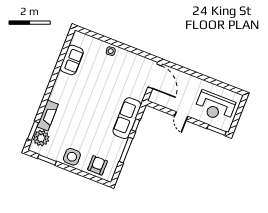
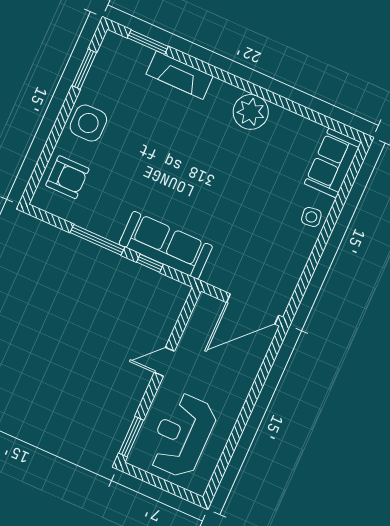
sofa: (72, 60) -> (333, 163), moved, turned 90
plant: (41, 138) -> (251, 112), moved

